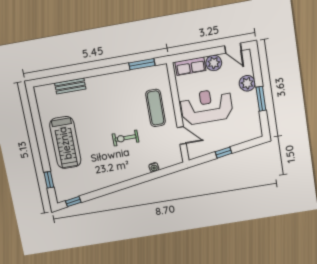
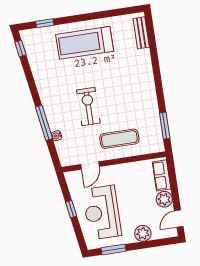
bench: (70, 86) -> (141, 33), moved
window: (261, 99) -> (113, 250), moved
reception desk: (207, 106) -> (102, 213), moved, turned 180
exercise bike: (125, 138) -> (88, 107), width x1.38, depth x1.39
window: (142, 179) -> (44, 123), added

